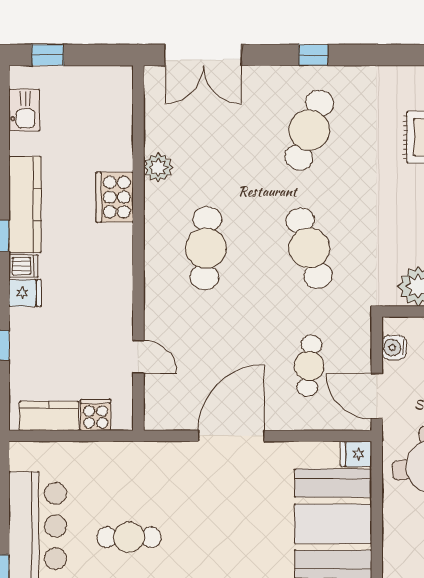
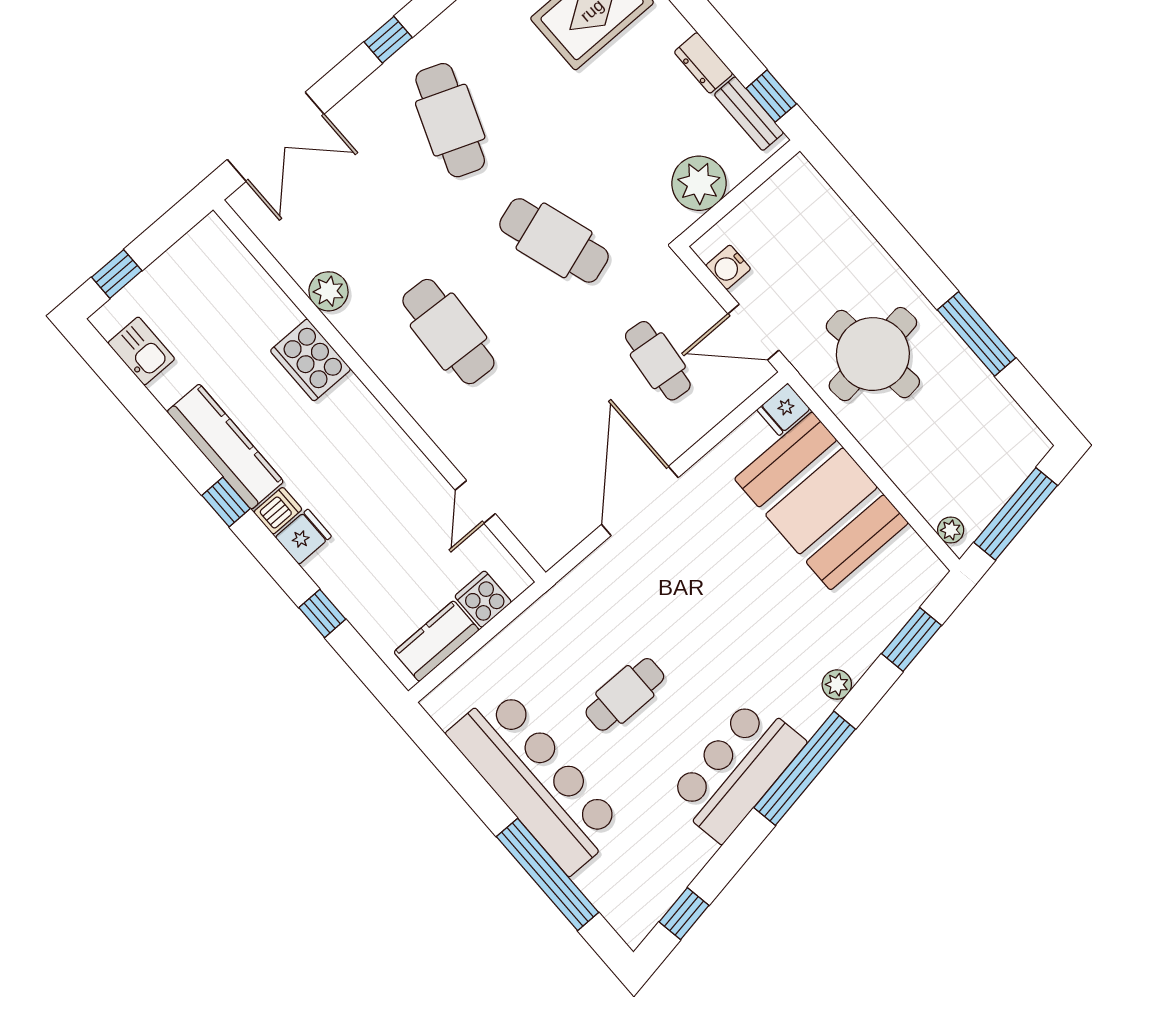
door: (138, 357) -> (475, 502), swing flipped

